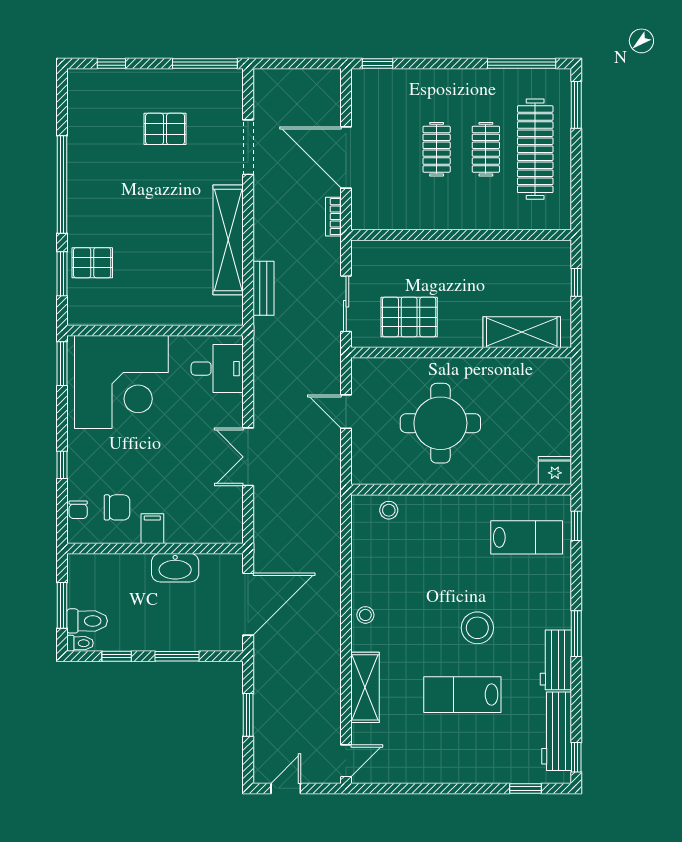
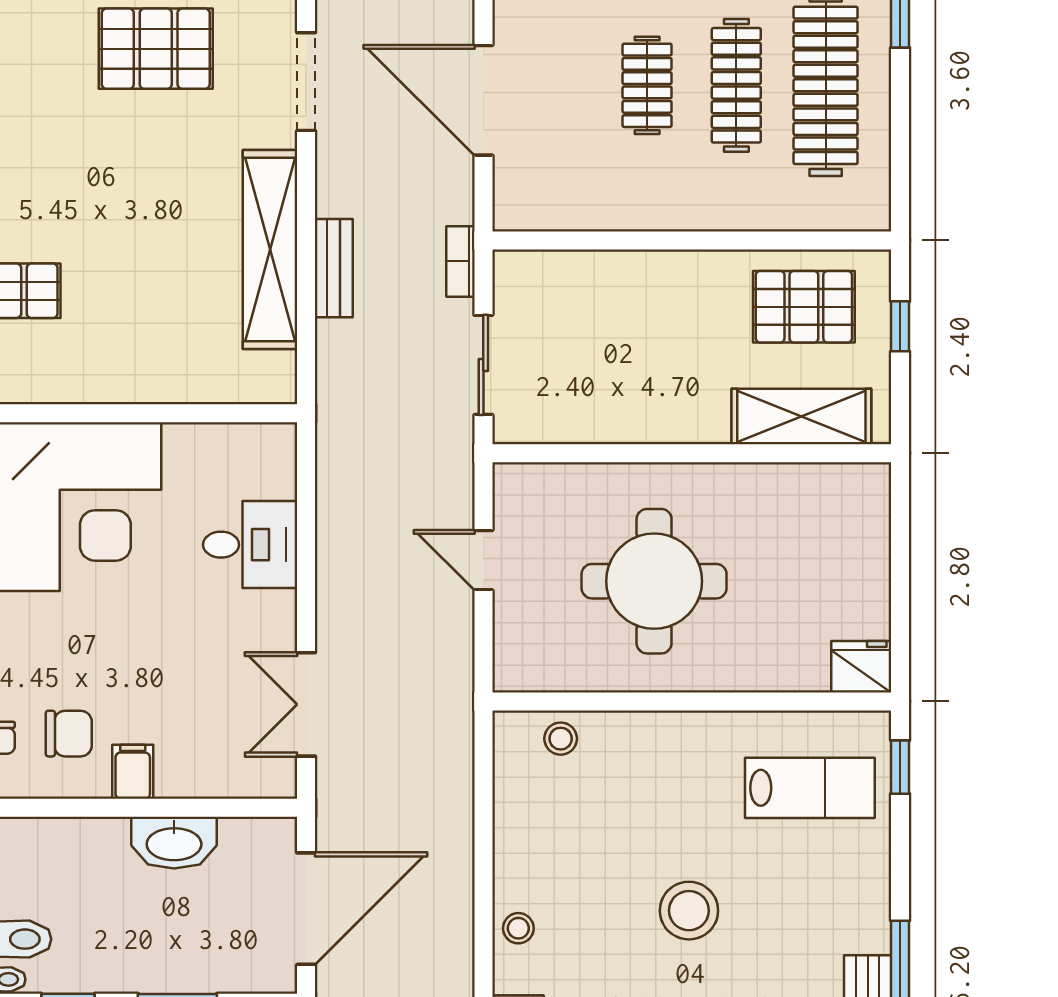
pallet: (165, 129) -> (156, 49), width x1.50, depth x1.42
clothes rail: (486, 149) -> (736, 85), width x1.36
bookcase: (333, 217) -> (460, 261), moved
bench: (263, 288) -> (334, 268), moved
pallet: (409, 317) -> (804, 307), moved
desk: (217, 369) -> (250, 545), moved
double door: (248, 457) -> (306, 704), moved
stool: (477, 628) -> (689, 911), moved

